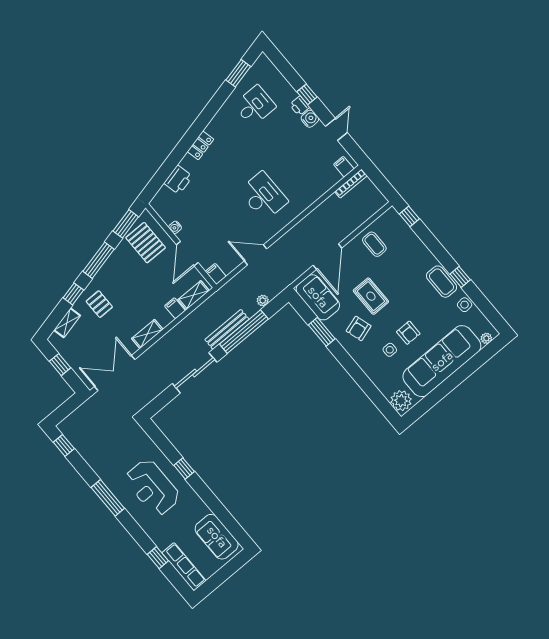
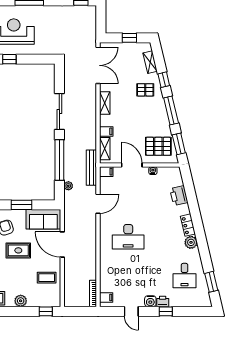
plant: (215, 128) -> (191, 242), added
plant: (420, 251) -> (21, 301), added
bench: (227, 329) -> (91, 168), moved

